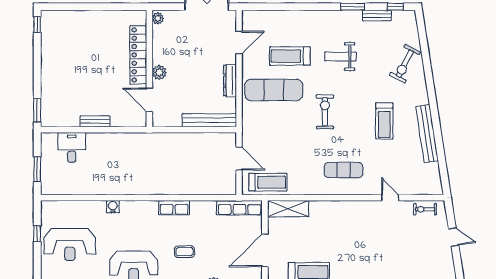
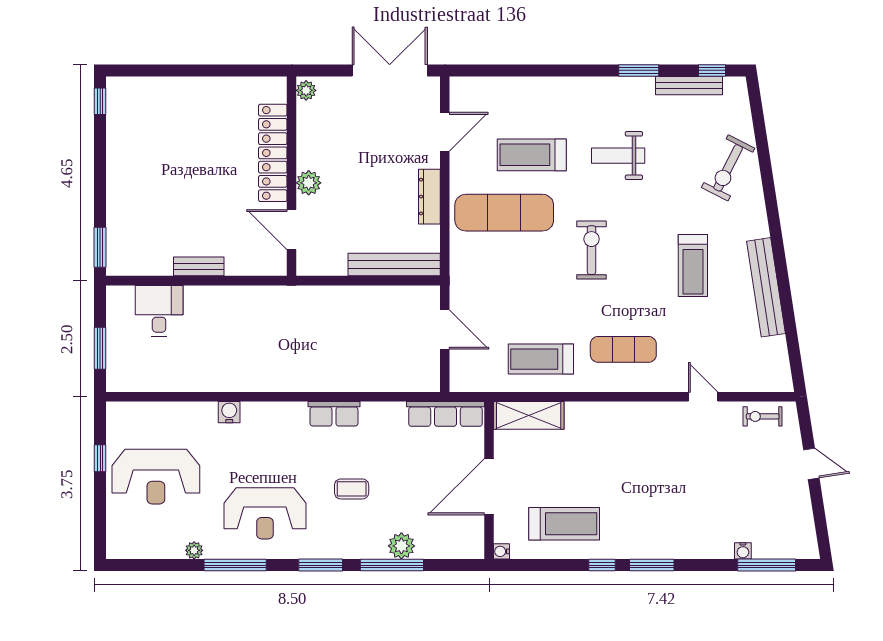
bench: (377, 16) -> (689, 86), width x1.36
treadmill: (268, 182) -> (541, 359), moved, turned 180

